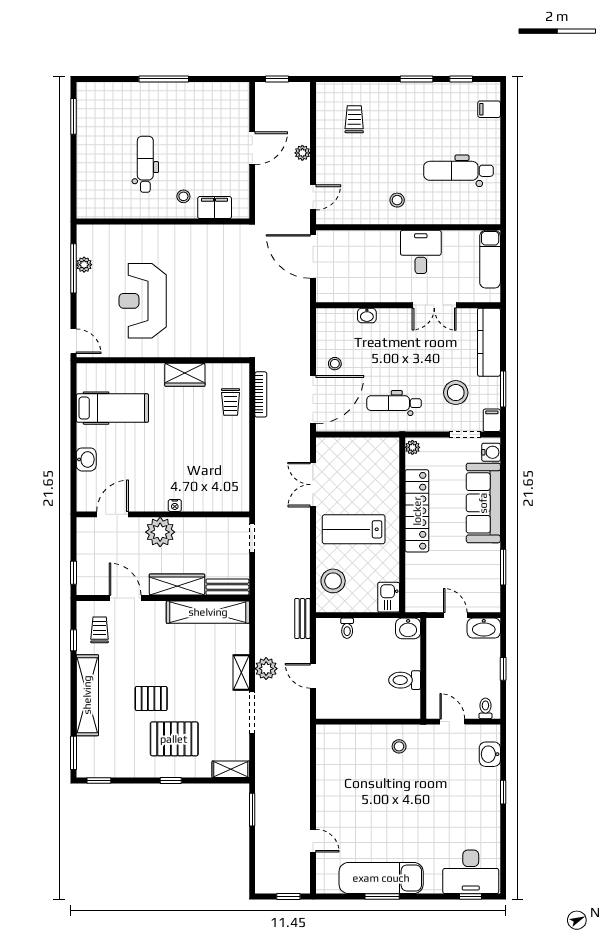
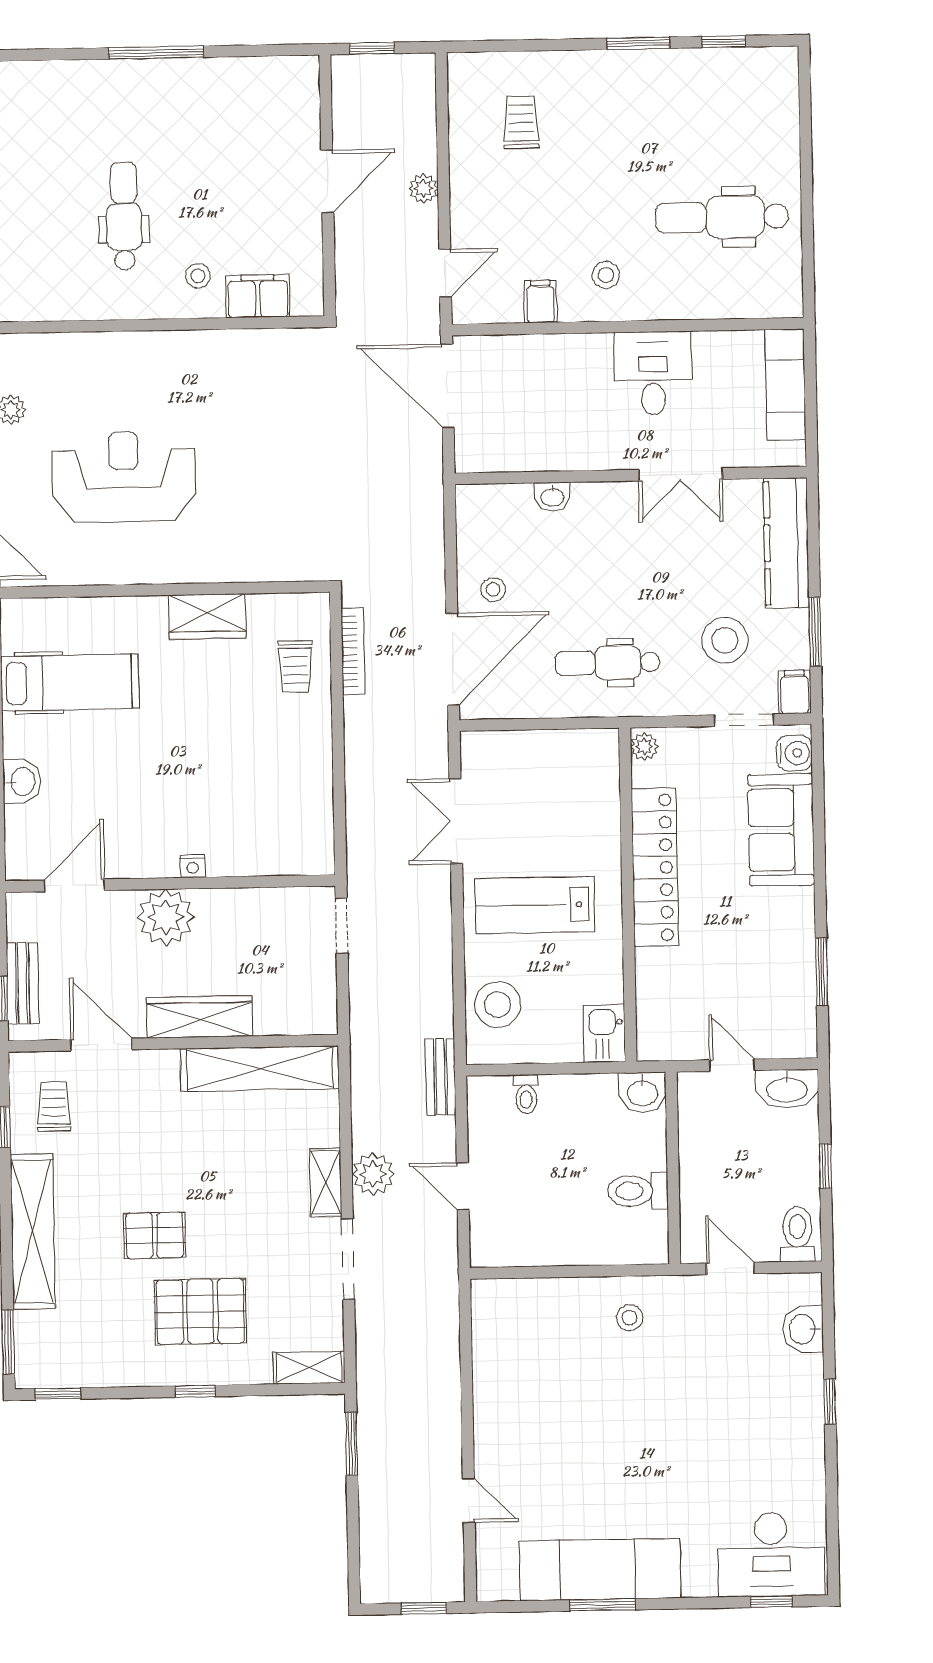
filing cabinet: (489, 109) -> (540, 302), moved, turned 90
reception desk: (143, 301) -> (124, 477), turned 90
sofa: (483, 503) -> (781, 830), width x0.73
bench: (227, 587) -> (22, 983), moved, turned 90
toilet: (485, 708) -> (797, 1234), width x1.37, depth x1.39

